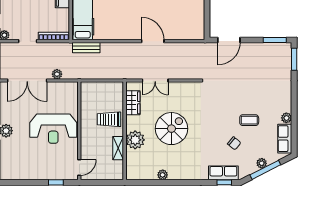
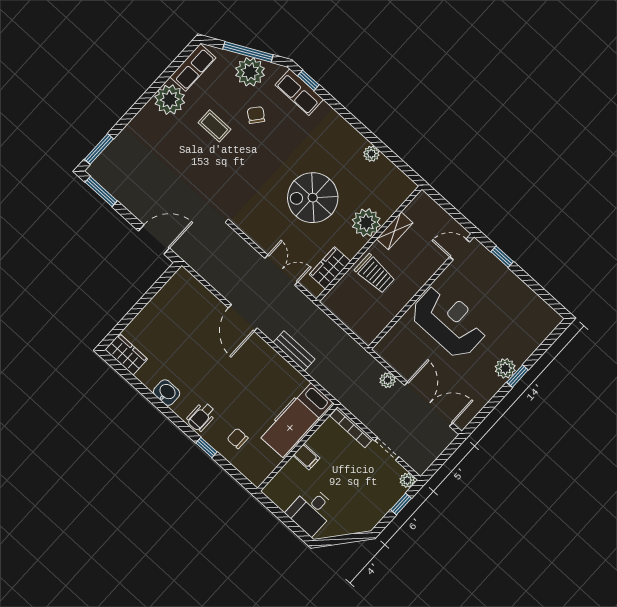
bench: (86, 48) -> (294, 351), moved
plant: (286, 118) -> (170, 100), width x1.88, depth x1.88
plant: (262, 163) -> (250, 72), width x1.88, depth x1.88

